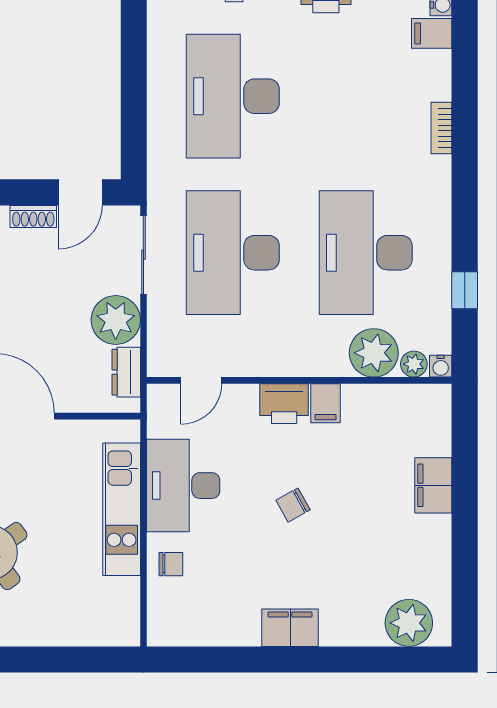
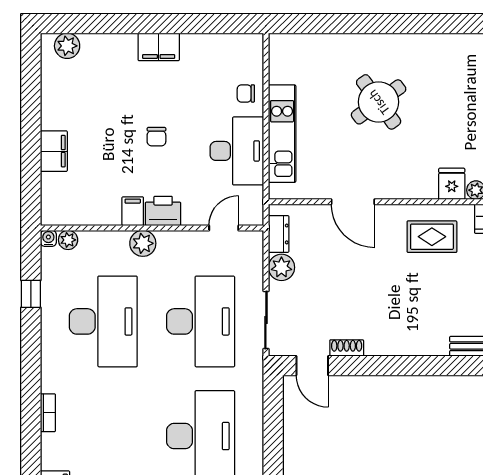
door: (80, 192) -> (312, 366), swing flipped
plant: (116, 320) -> (281, 267), width x0.73, depth x0.73
plant: (374, 353) -> (143, 243), moved, width x0.73, depth x0.73
chair: (293, 505) -> (156, 137), turned 119
plant: (409, 623) -> (67, 46), width x0.73, depth x0.73

